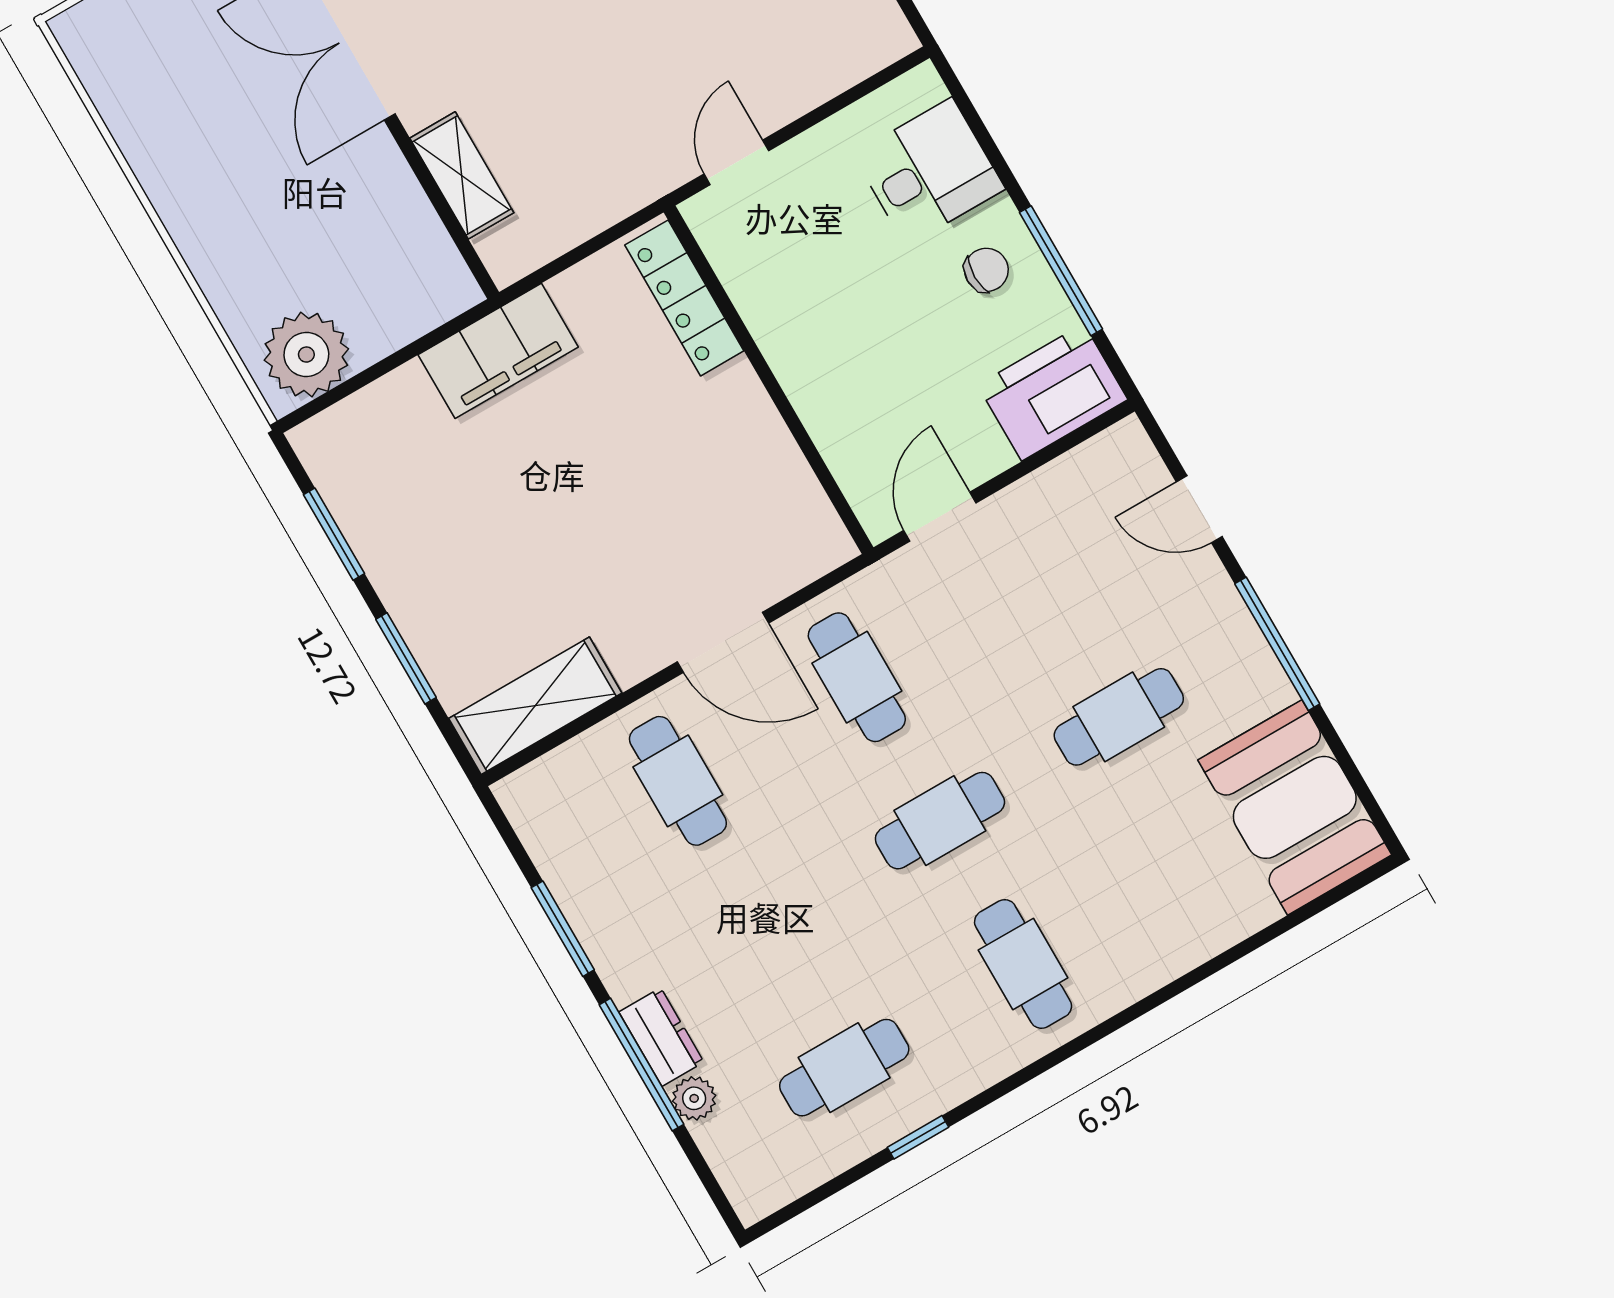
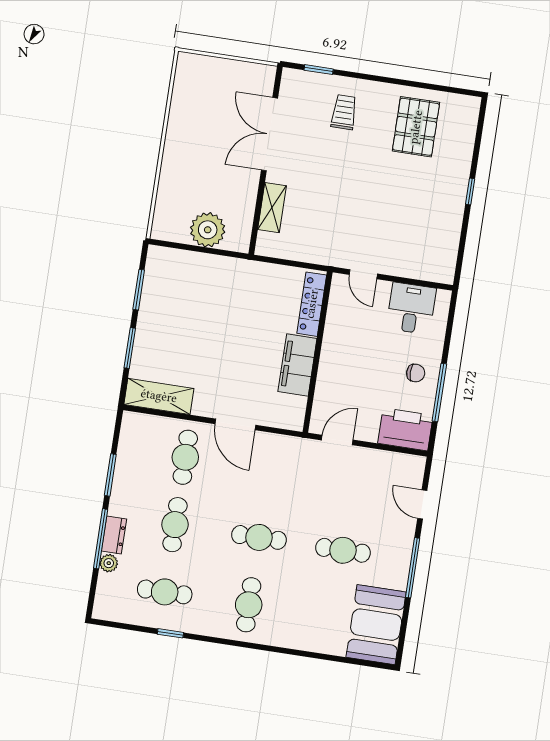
door: (736, 162) -> (363, 274), swing flipped
desk: (929, 172) -> (411, 308), moved, turned -90
filing cabinet: (498, 351) -> (297, 365), moved, turned 90
plant: (306, 355) -> (208, 230), moved
cafe table: (857, 677) -> (175, 525), moved

